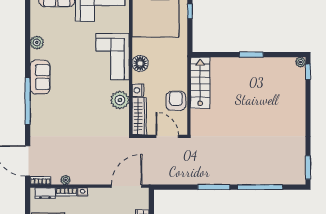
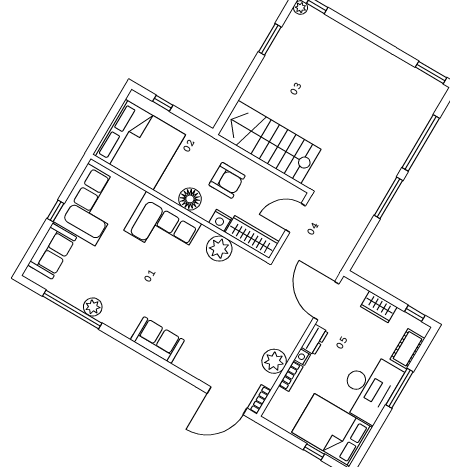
window: (251, 55) -> (270, 39), moved
sofa: (40, 77) -> (157, 340), moved
stairs: (200, 83) -> (269, 142), width x1.36, depth x1.51
window: (28, 101) -> (72, 310), moved
armchair: (176, 101) -> (227, 180), moved, turned 180
plant: (66, 180) -> (274, 361), width x1.87, depth x1.87
dresser: (45, 193) -> (315, 340), moved

